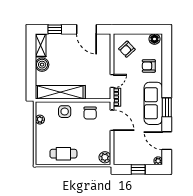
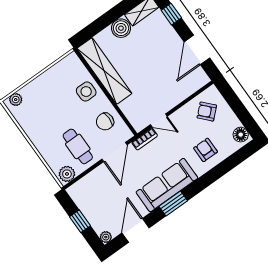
plant: (40, 120) -> (16, 100), moved
cafe table: (63, 154) -> (78, 146), moved

